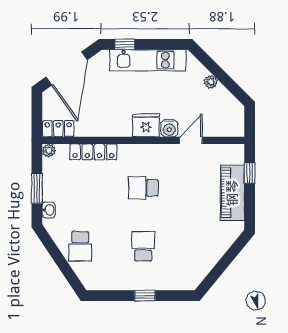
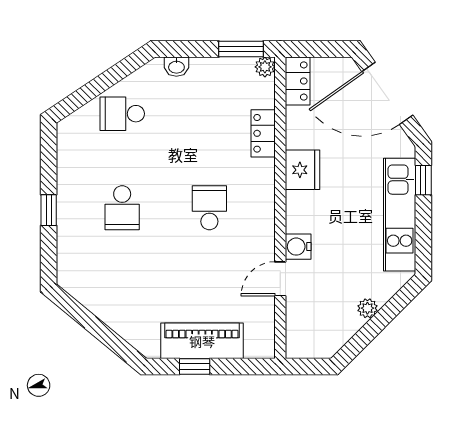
fridge: (146, 125) -> (303, 170), moved
door: (191, 140) -> (280, 279), swing flipped
locker: (93, 152) -> (263, 133), width x0.66
window: (250, 173) -> (195, 366), moved
window: (37, 189) -> (241, 49), moved
school desk: (143, 246) -> (122, 208), turned 90

